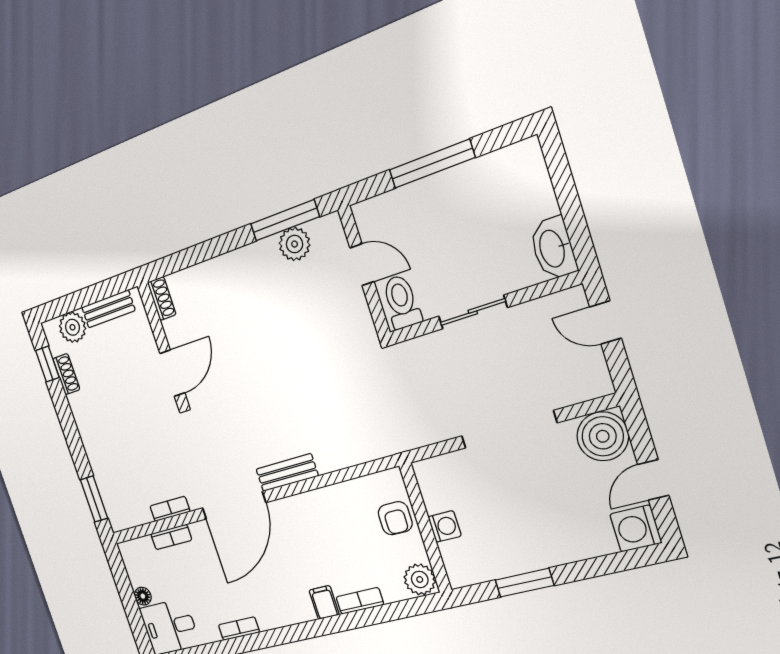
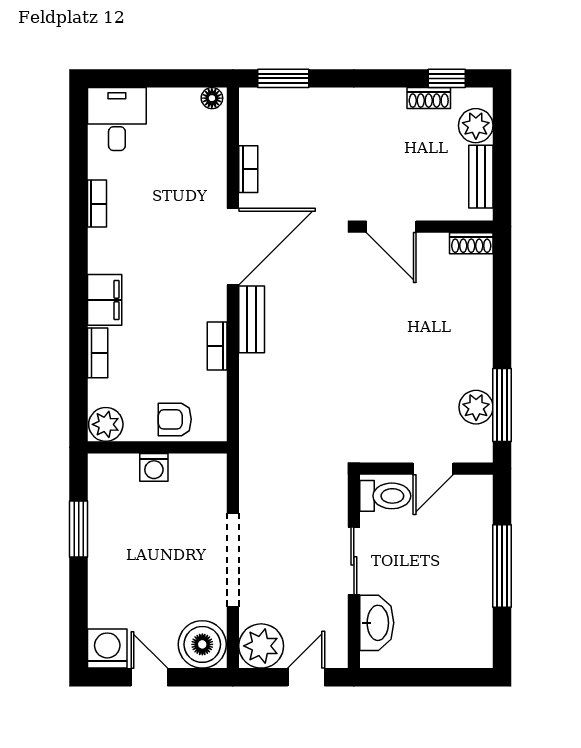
washbasin: (553, 248) -> (377, 623), moved, turned 90
plant: (586, 377) -> (261, 646), added
door: (234, 505) -> (233, 247), swing flipped
bookcase: (171, 537) -> (217, 346), moved
floor lamp: (143, 596) -> (212, 98), moved
filing cabinet: (324, 602) -> (105, 300), width x2.00

